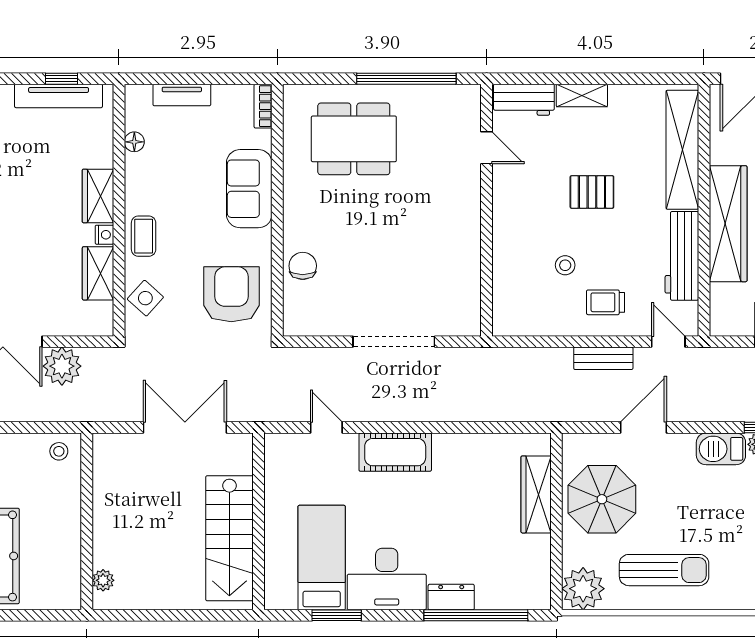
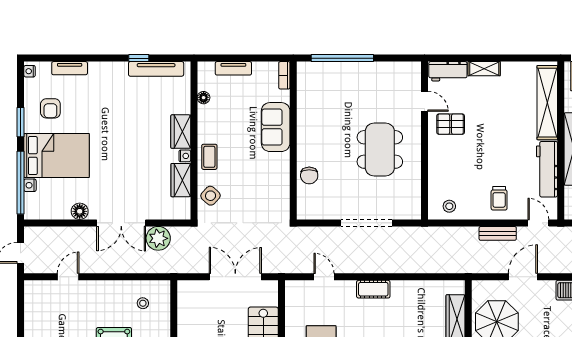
window: (62, 79) -> (139, 58), moved
window: (406, 79) -> (342, 58), moved
dining table: (354, 139) -> (380, 149), moved, turned 90
pallet: (592, 192) -> (451, 124), moved
stool: (565, 265) -> (449, 206), moved
chair: (303, 266) -> (309, 175), turned 180
armchair: (231, 294) -> (265, 193), removed
trolley: (606, 302) -> (499, 198), turned -90
stool: (59, 451) -> (143, 303), moved
cot: (395, 452) -> (373, 289), width x0.73, depth x0.75

